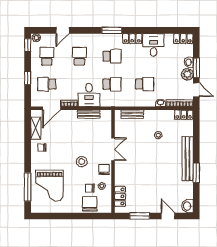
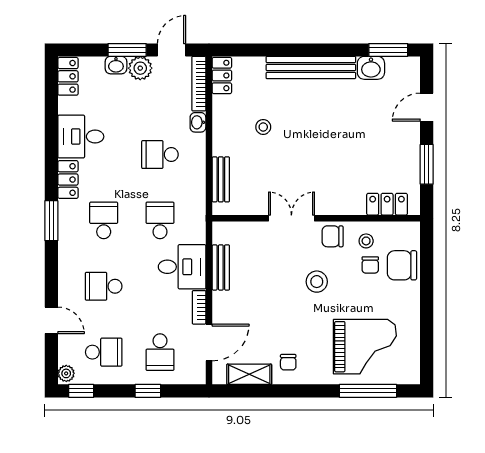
school desk: (47, 56) -> (104, 352), turned 180
school desk: (145, 84) -> (160, 155), turned -90
door: (52, 108) -> (209, 343), hinge flipped
window: (196, 173) -> (388, 50), moved
washbasin: (187, 206) -> (371, 68), moved

